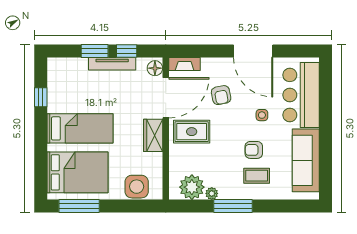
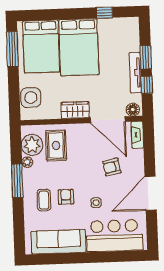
bed: (80, 128) -> (79, 47), width x1.50
rug: (192, 132) -> (56, 145), moved

